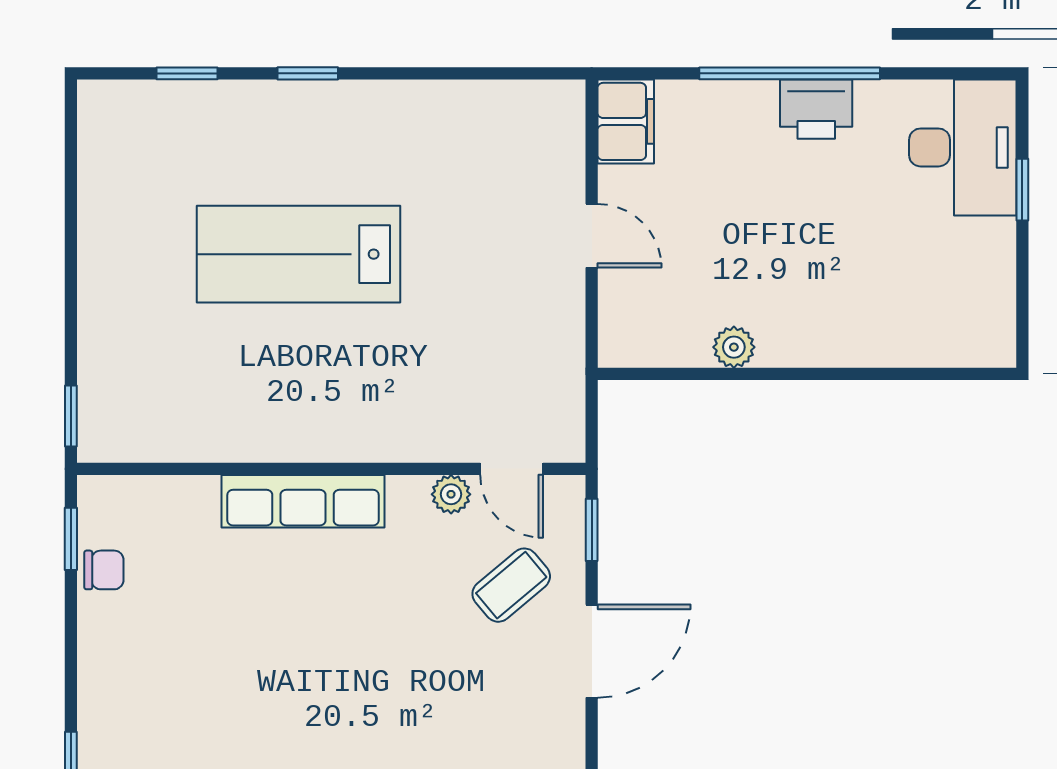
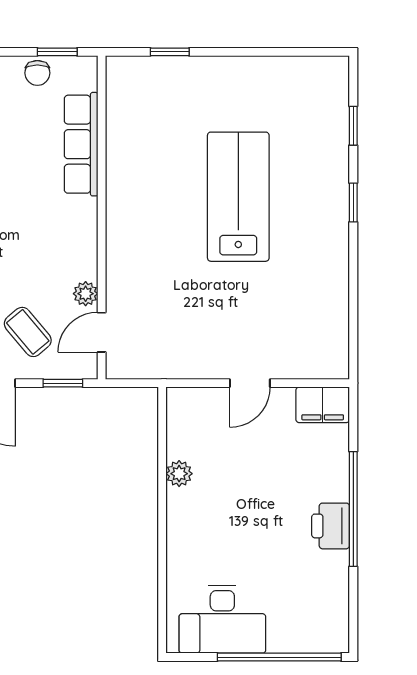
desk: (963, 147) -> (222, 619), moved
window: (1022, 190) -> (279, 657), width x3.17
window: (71, 416) -> (170, 52), moved
row of seats: (303, 501) -> (81, 144), moved

